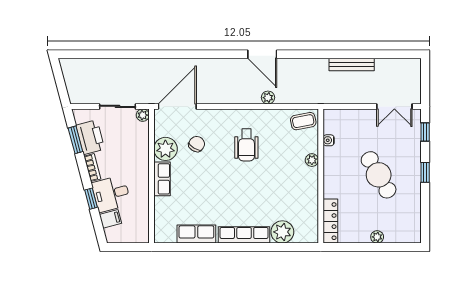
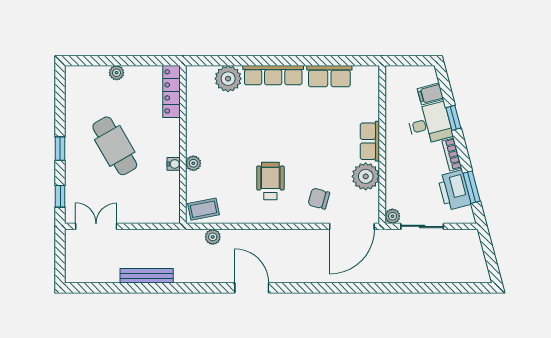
plant: (268, 98) -> (213, 237), moved
water cooler: (329, 140) -> (174, 164), moved
chair: (197, 144) -> (319, 199), moved, turned 74

